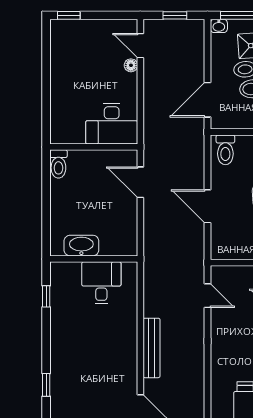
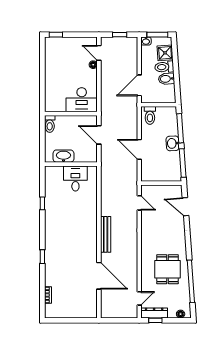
washbasin: (81, 246) -> (63, 156), moved
wall: (94, 259) -> (71, 164), moved
desk: (101, 283) -> (75, 178), moved

